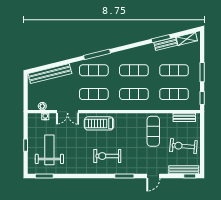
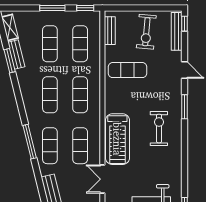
double door: (68, 112) -> (102, 179), swing flipped
treadmill: (99, 123) -> (117, 139), width x1.37, depth x1.38
exercise bike: (107, 156) -> (159, 128), turned 180

